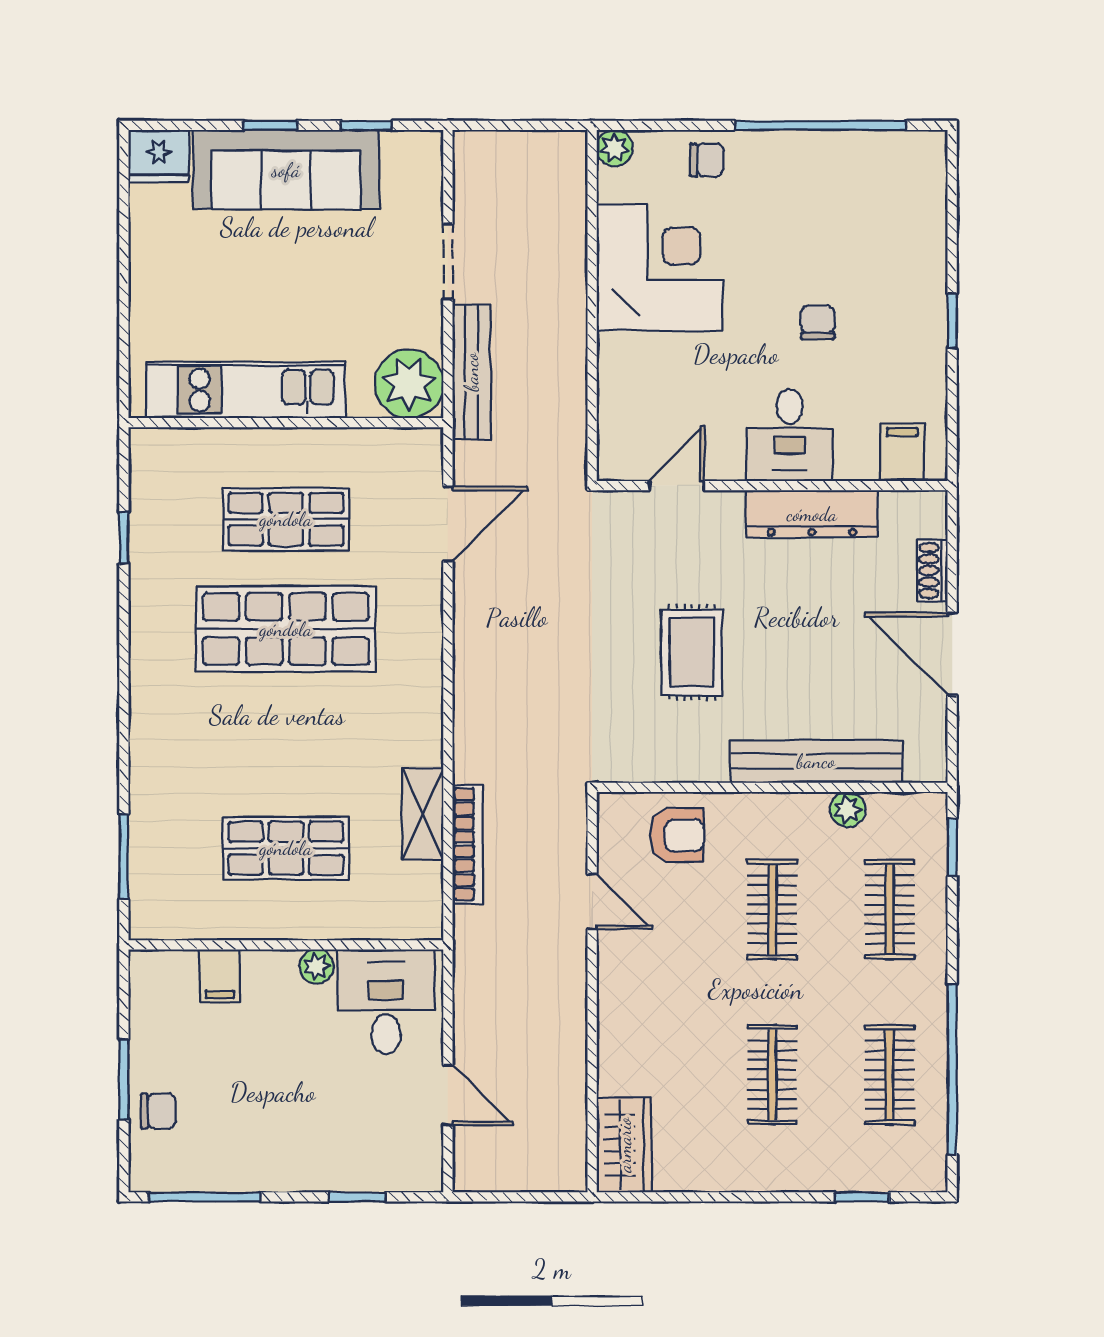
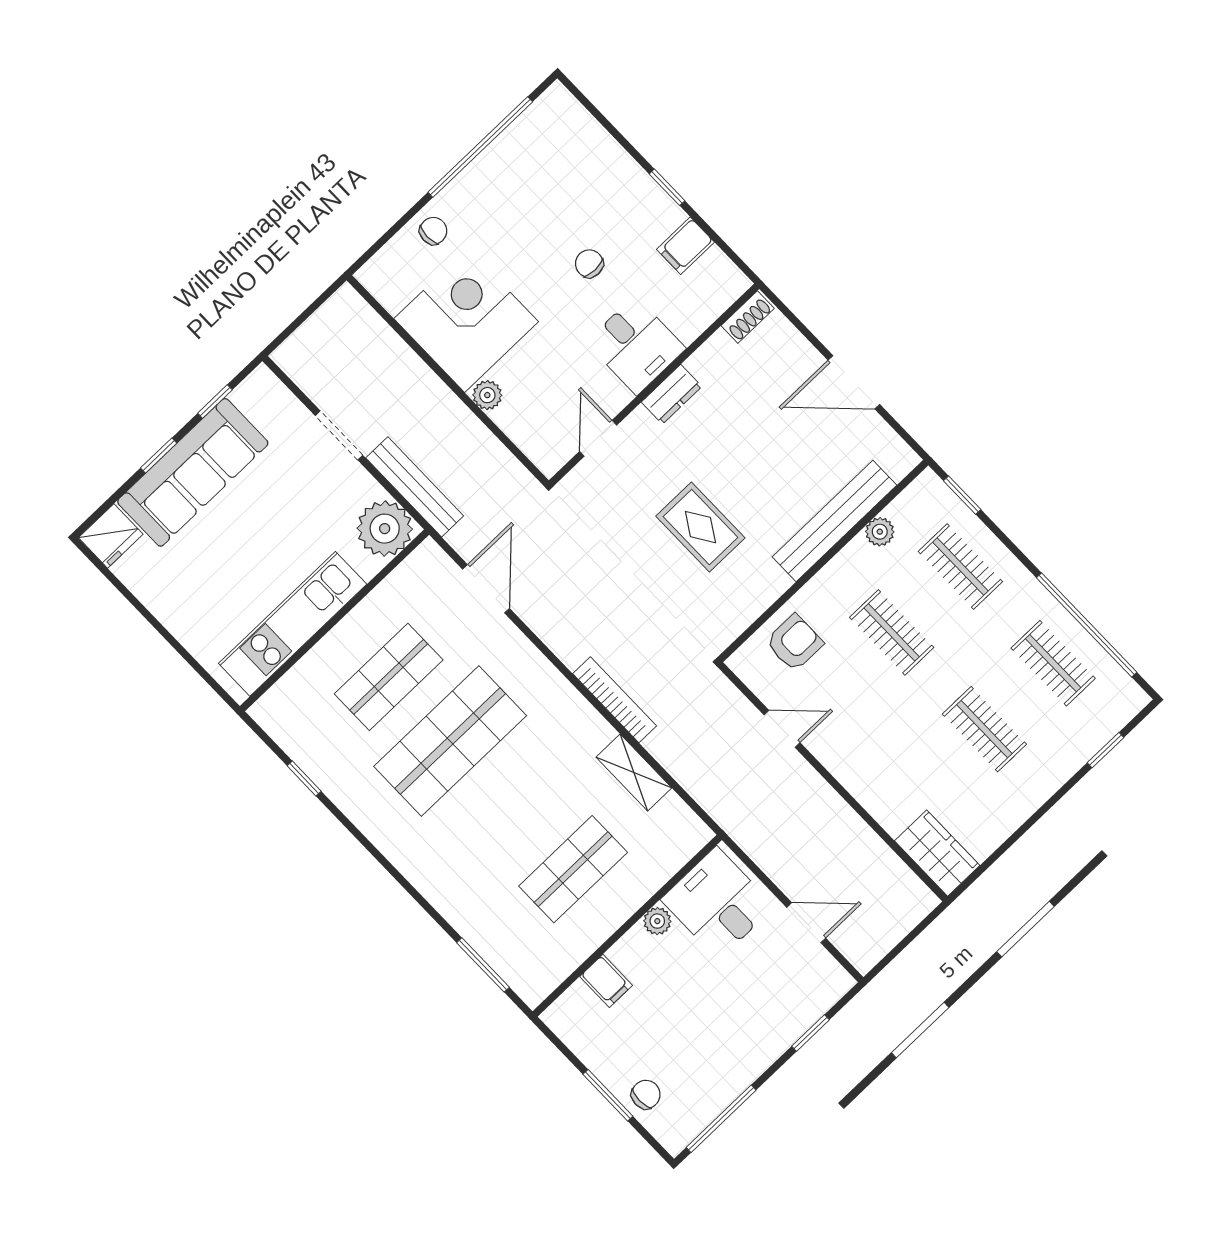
plant: (615, 148) -> (487, 395), moved
filing cabinet: (902, 452) -> (685, 246), moved, turned -90
dresser: (812, 514) -> (672, 394), width x0.51, depth x0.80
shoe rack: (933, 570) -> (748, 317), moved, turned -90
bookcase: (468, 844) -> (615, 700), moved

